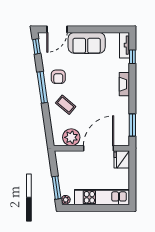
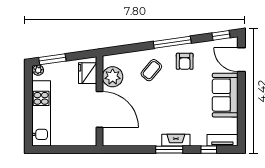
armchair: (58, 77) -> (185, 61), turned -90
window: (132, 125) -> (169, 150), moved
fridge: (122, 159) -> (88, 73), moved, turned -90

